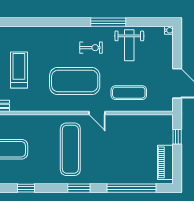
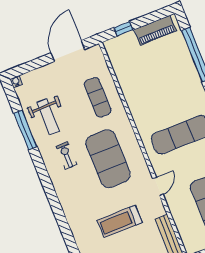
window: (108, 22) -> (25, 130), moved
weight bench: (129, 45) -> (48, 117), turned 90
door: (97, 113) -> (158, 186), moved

